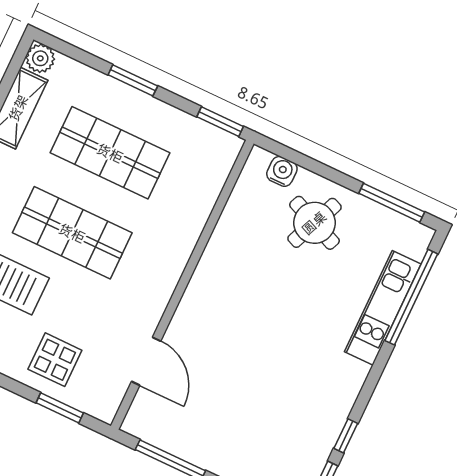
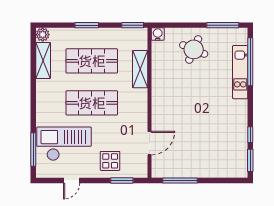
water cooler: (282, 171) -> (158, 34), moved
shelving: (195, 212) -> (140, 69), added
door: (146, 361) -> (149, 143), hinge flipped

